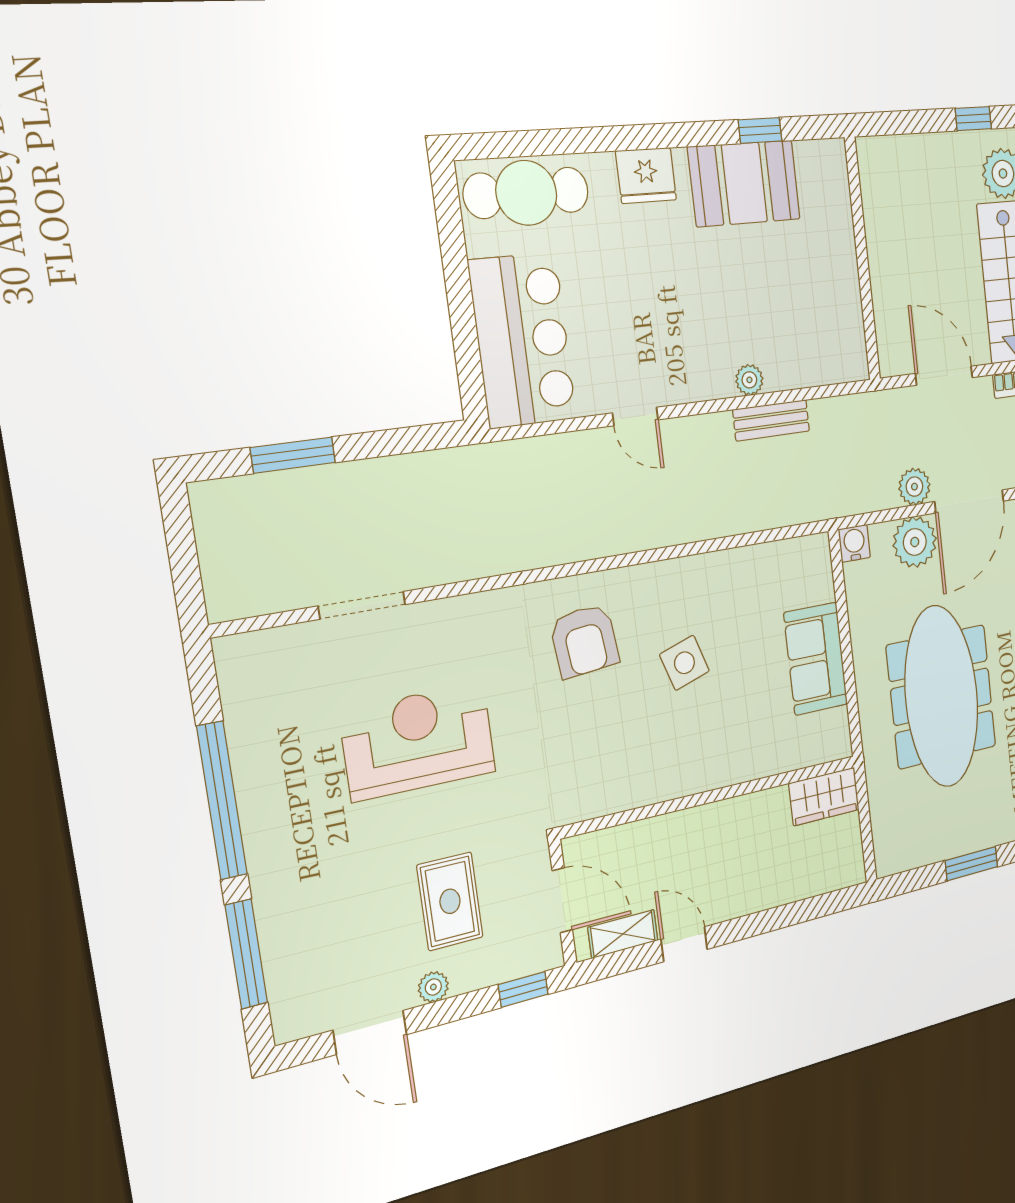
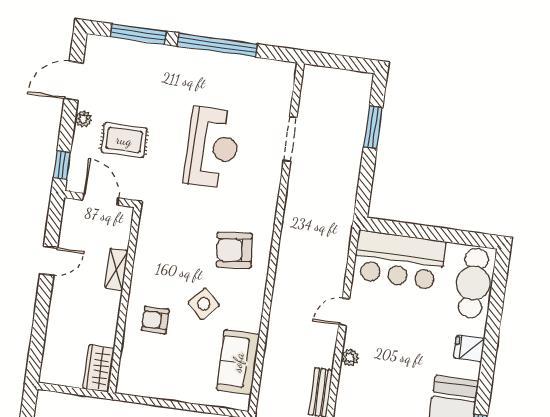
fridge: (646, 175) -> (469, 348), width x0.72
plant: (749, 380) -> (350, 357), moved
sofa: (816, 659) -> (238, 362), moved, turned -90
side table: (684, 663) -> (204, 304), turned -30
armchair: (730, 734) -> (155, 320), added
door: (562, 900) -> (101, 199), swing flipped
shelving: (623, 934) -> (116, 269), moved

